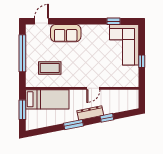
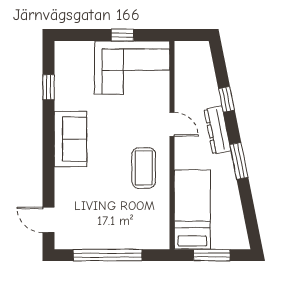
sofa: (66, 33) -> (70, 139), moved
corner sofa: (124, 45) -> (132, 68), moved
coffee table: (50, 68) -> (144, 168), moved

